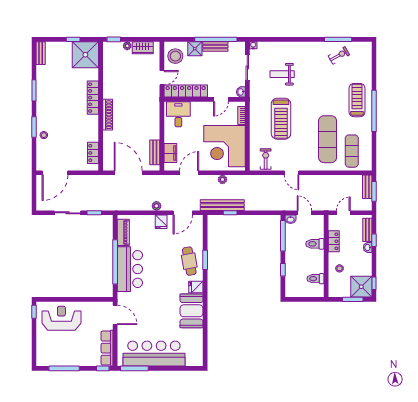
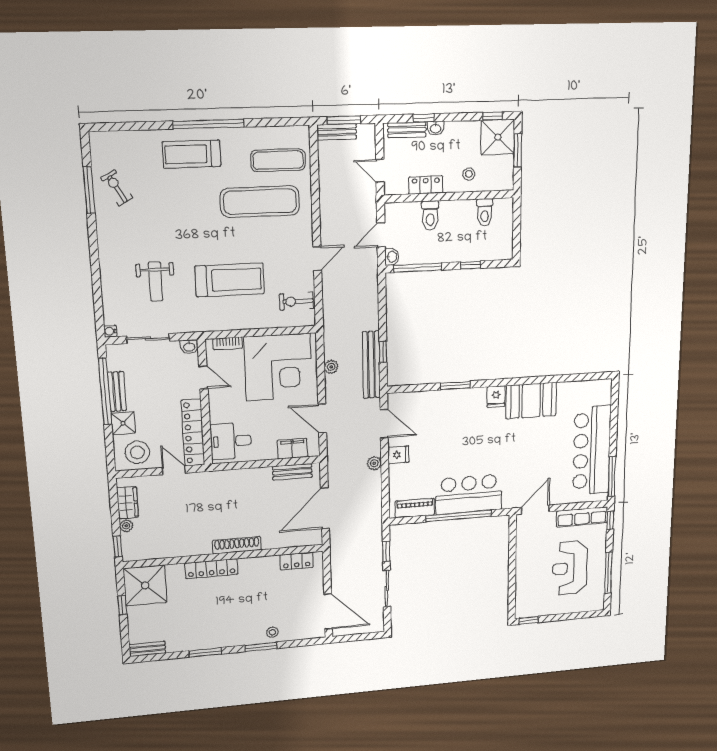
cafe table: (189, 261) -> (457, 409), removed
reception desk: (61, 318) -> (570, 568), moved

